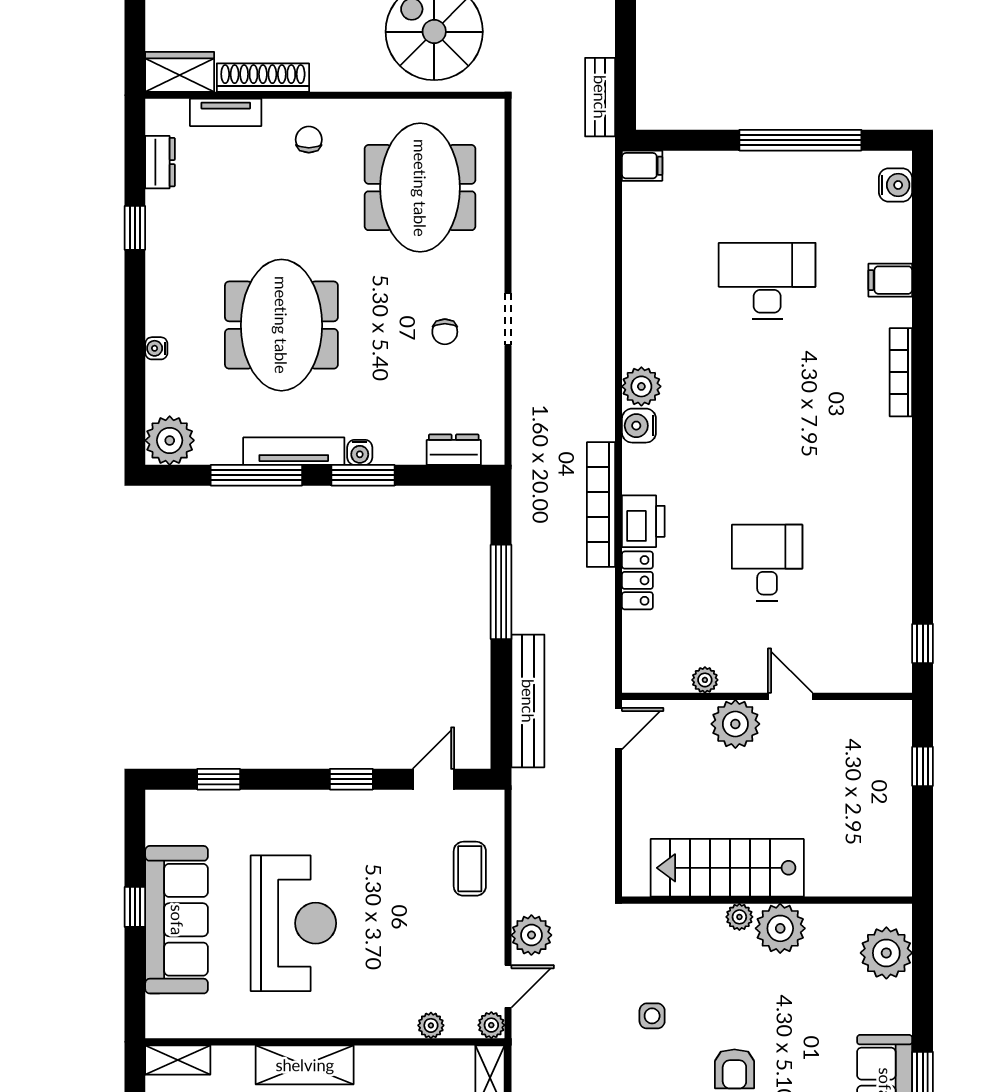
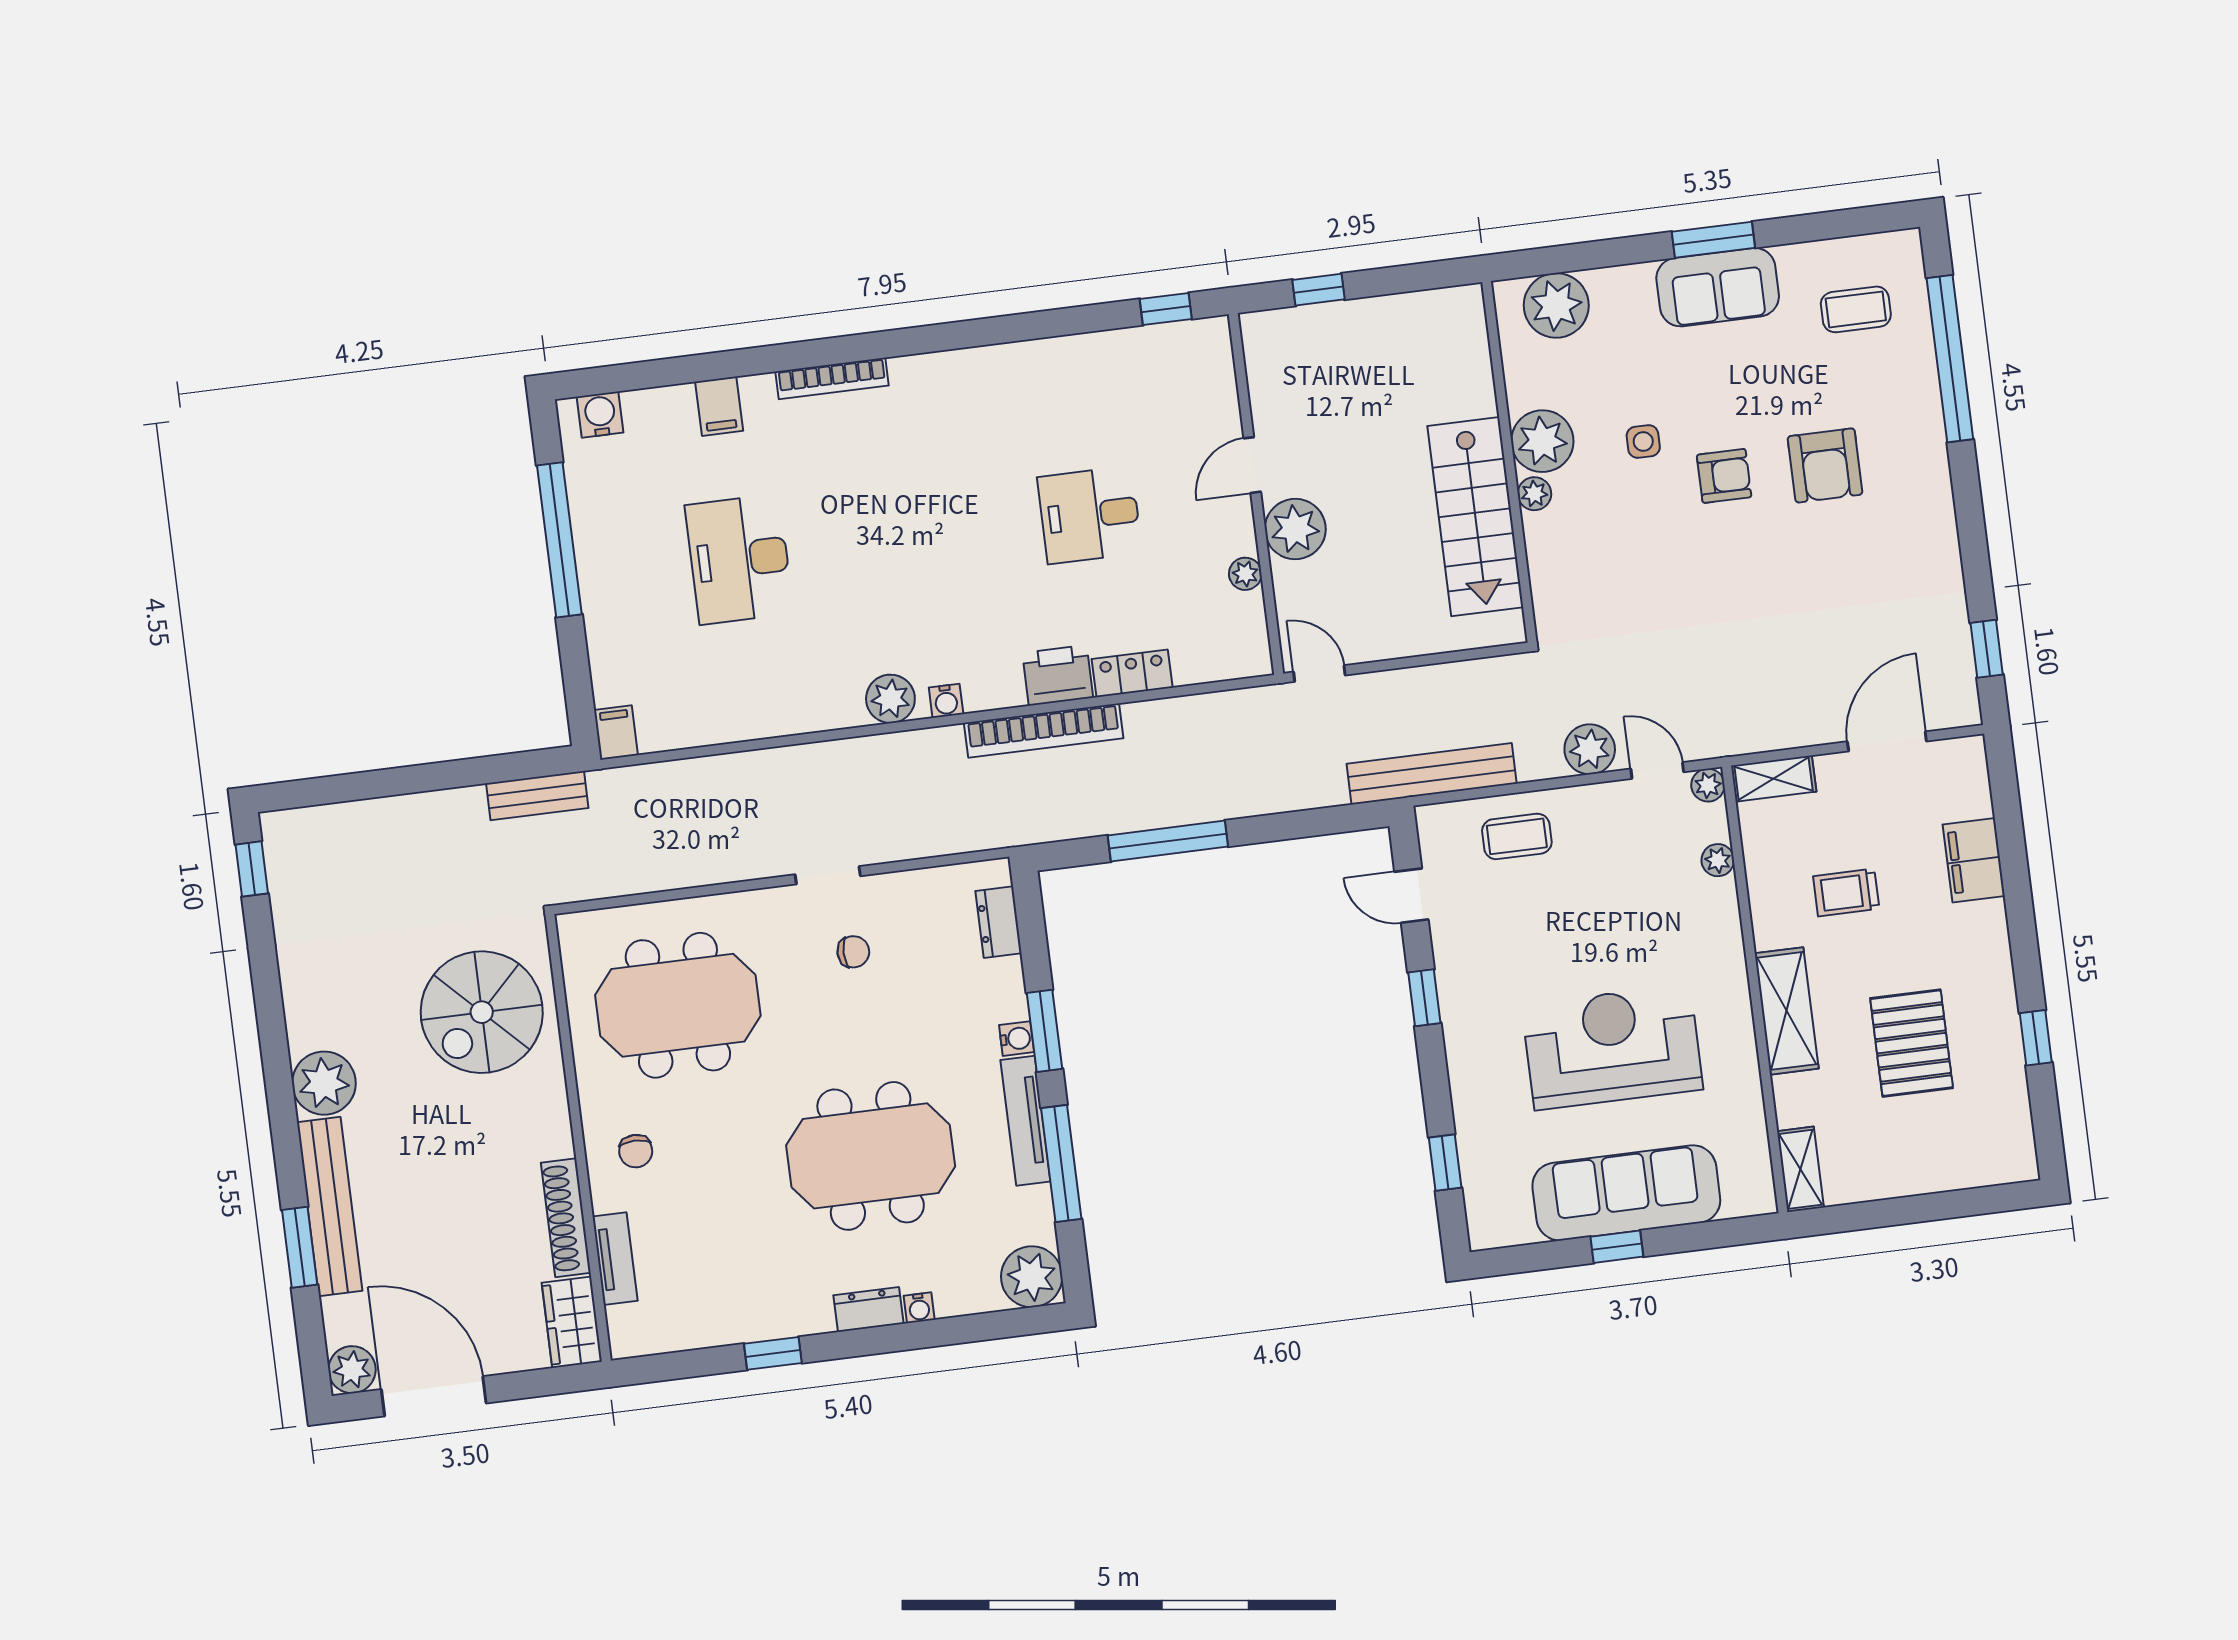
chair: (309, 140) -> (636, 1151), turned -90
dresser: (160, 162) -> (869, 1309), moved
water cooler: (639, 426) -> (946, 701), width x0.72, depth x0.72
bench: (528, 701) -> (1432, 774), moved
side table: (652, 1016) -> (1643, 441), moved

